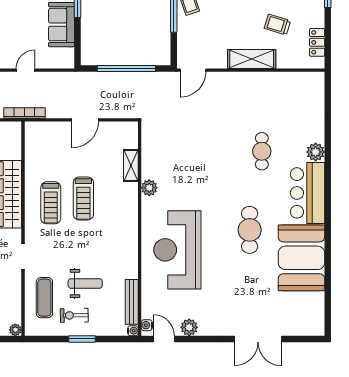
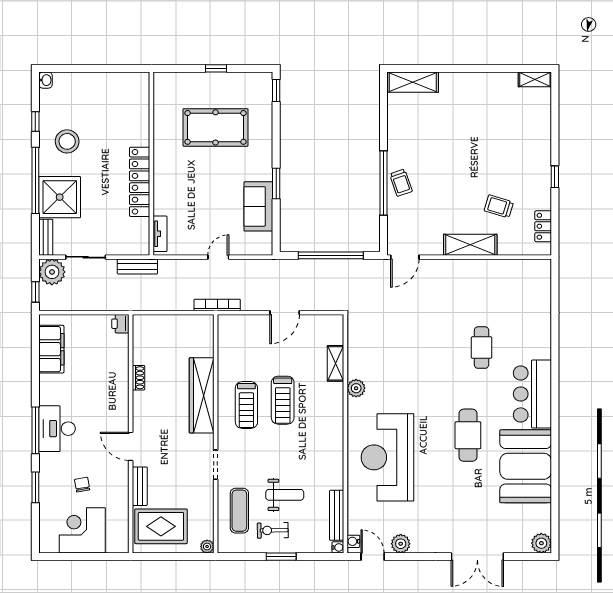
plant: (316, 152) -> (541, 543), moved

